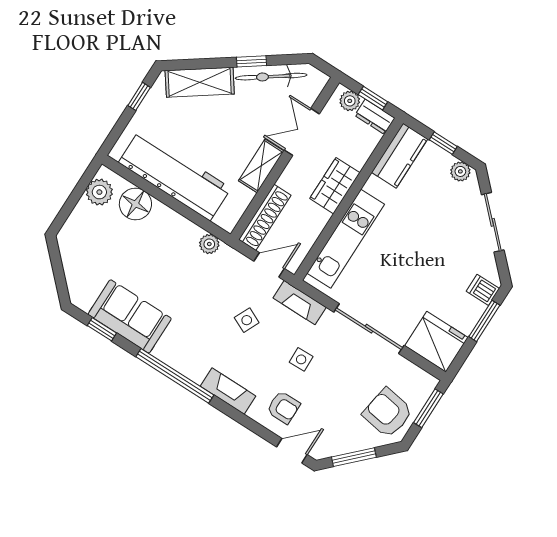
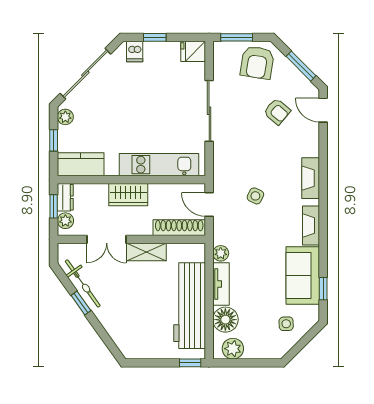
shelving: (200, 82) -> (117, 329), removed
window: (139, 96) -> (190, 363), moved
sliding door: (493, 222) -> (85, 74), width x1.37
tv unit: (176, 223) -> (221, 284), added
fireplace: (300, 303) -> (311, 225), moved, turned 180
window: (484, 321) -> (155, 37), width x0.67
fridge: (436, 342) -> (193, 51), width x0.53, depth x0.75
side table: (301, 359) -> (286, 324), moved
window: (175, 376) -> (323, 220), removed
armchair: (283, 407) -> (277, 112), moved, turned 130

